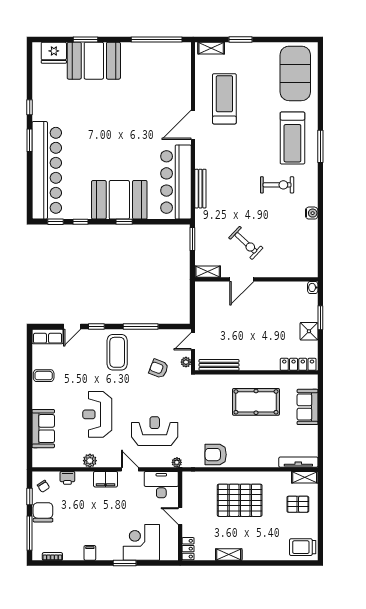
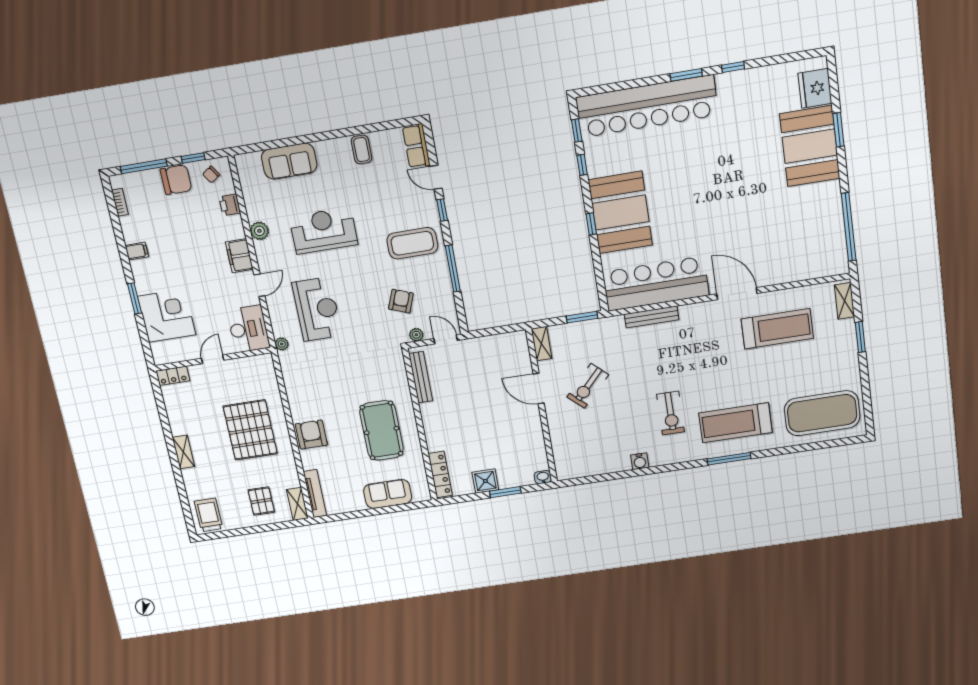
armchair: (216, 455) -> (311, 435), moved
shelving: (229, 555) -> (183, 452), moved

